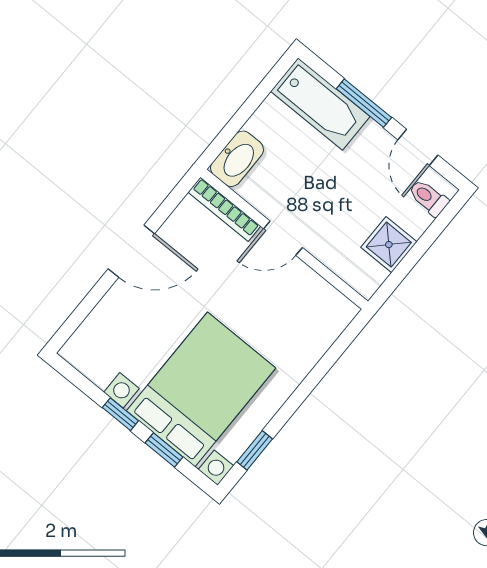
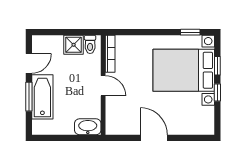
bathtub: (320, 104) -> (42, 97), moved
toilet: (428, 198) -> (90, 44), moved
bookcase: (224, 209) -> (110, 54), moved

